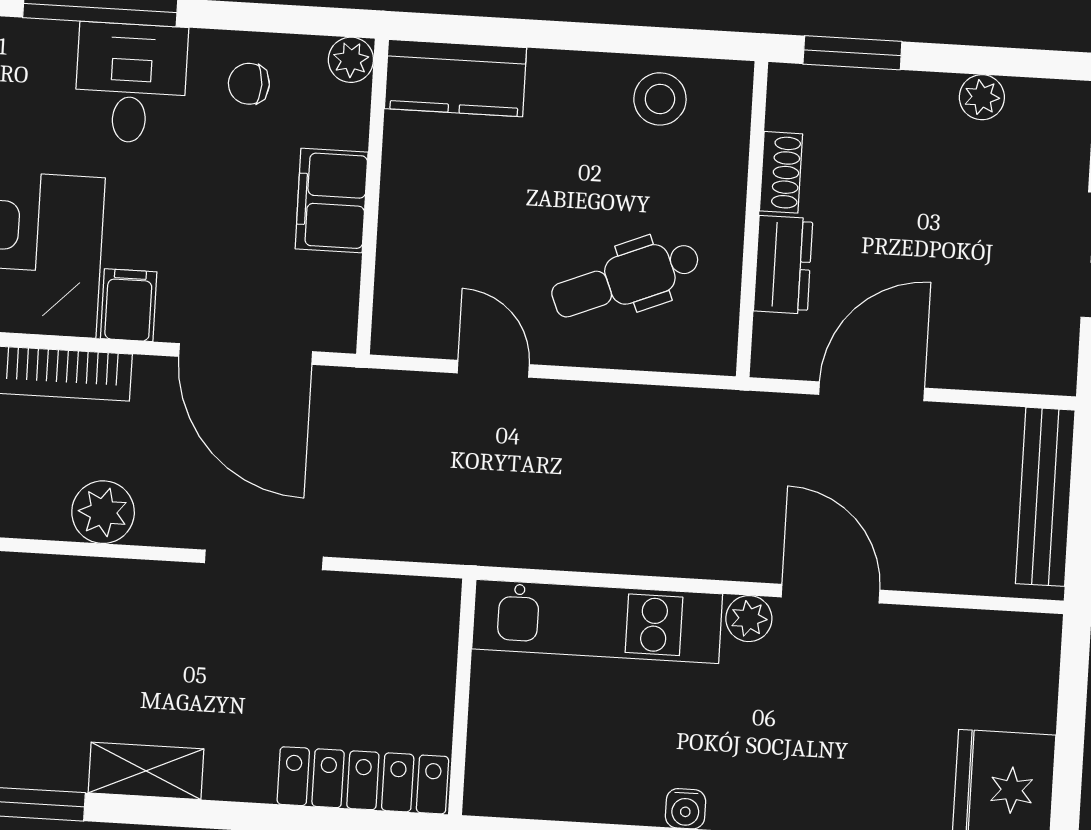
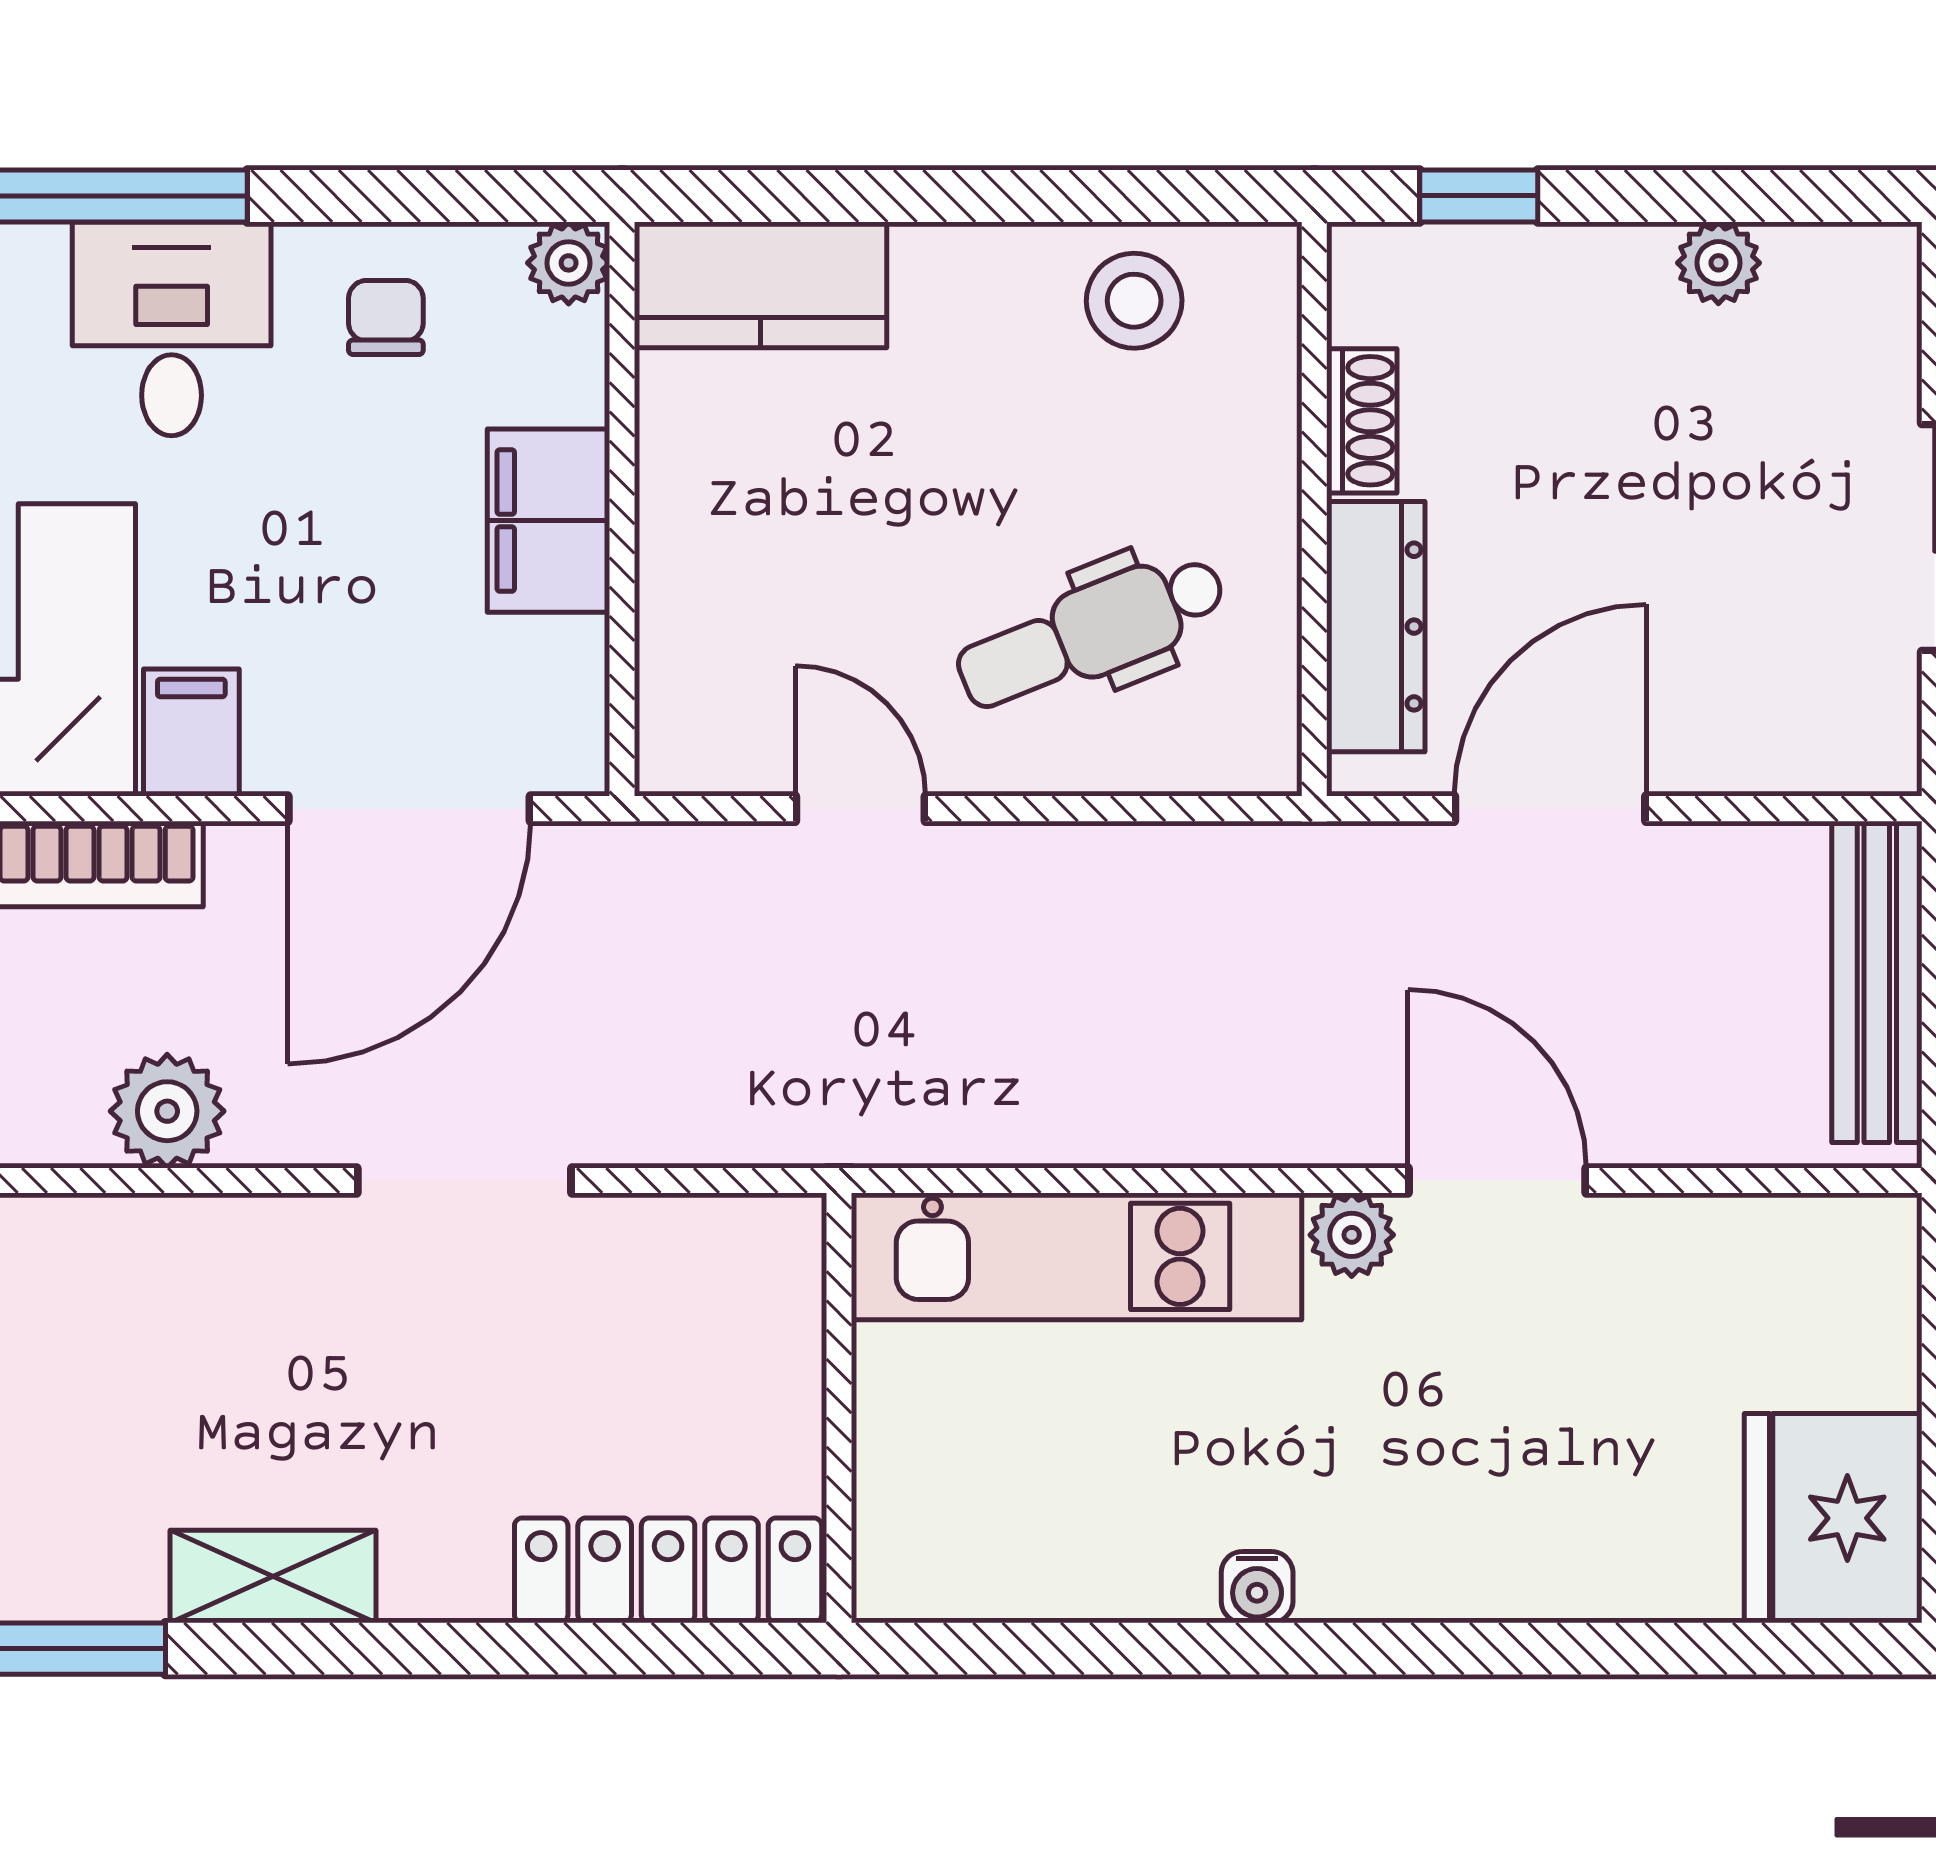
window: (852, 53) -> (1479, 196), width x0.67
chair: (249, 84) -> (386, 317), turned 90
dresser: (783, 265) -> (1376, 627), width x1.44
door: (246, 354) -> (409, 809), hinge flipped

